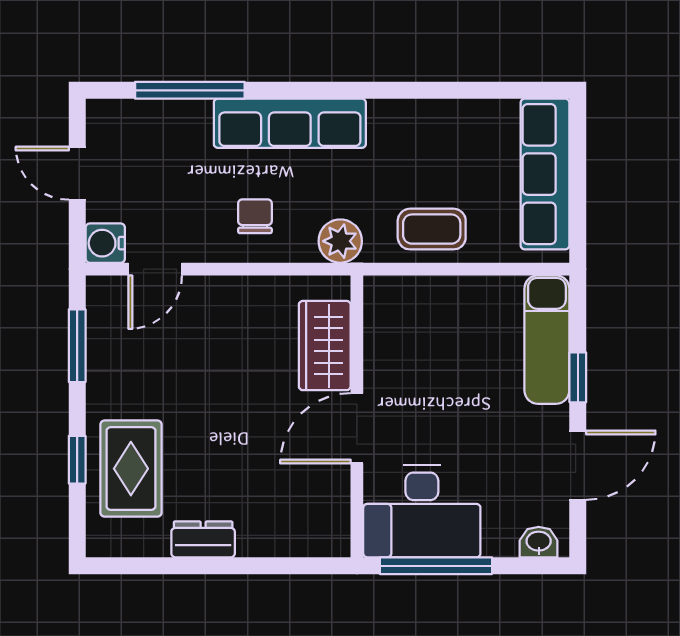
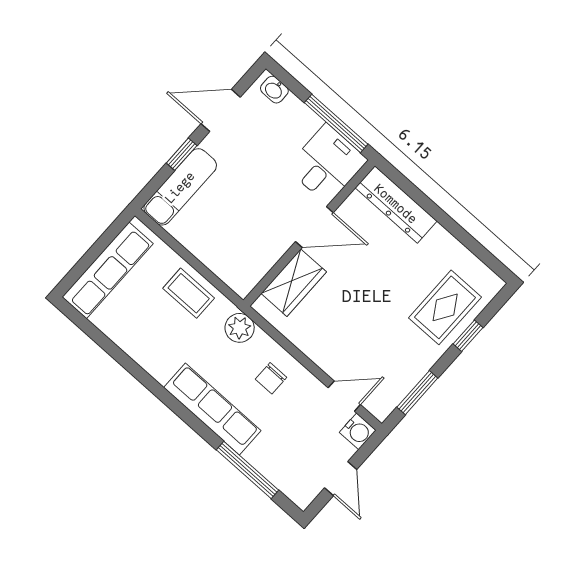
desk: (422, 511) -> (327, 164), width x0.73
dresser: (203, 539) -> (396, 204), moved, width x1.96, depth x1.24

